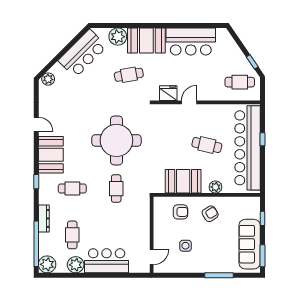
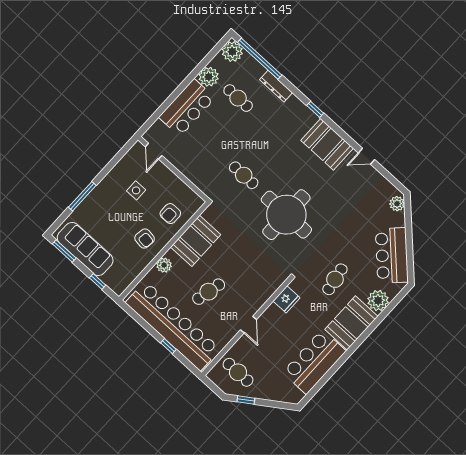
cafe table: (240, 82) -> (238, 372), turned 90
door: (189, 102) -> (248, 325), moved
cafe table: (72, 189) -> (280, 136), removed
armchair: (210, 214) -> (145, 238), turned -50

